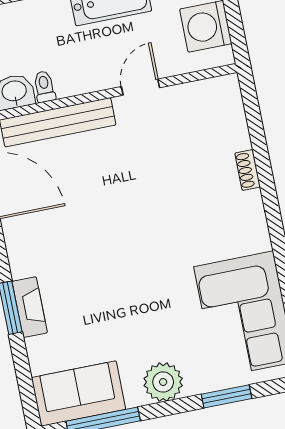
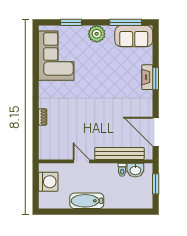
door: (141, 87) -> (81, 161), swing flipped

